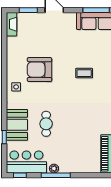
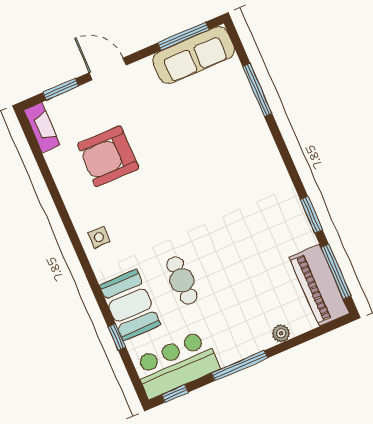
armchair: (39, 70) -> (108, 156), moved
coffee table: (84, 73) -> (211, 159), removed
plant: (54, 169) -> (281, 333), moved

